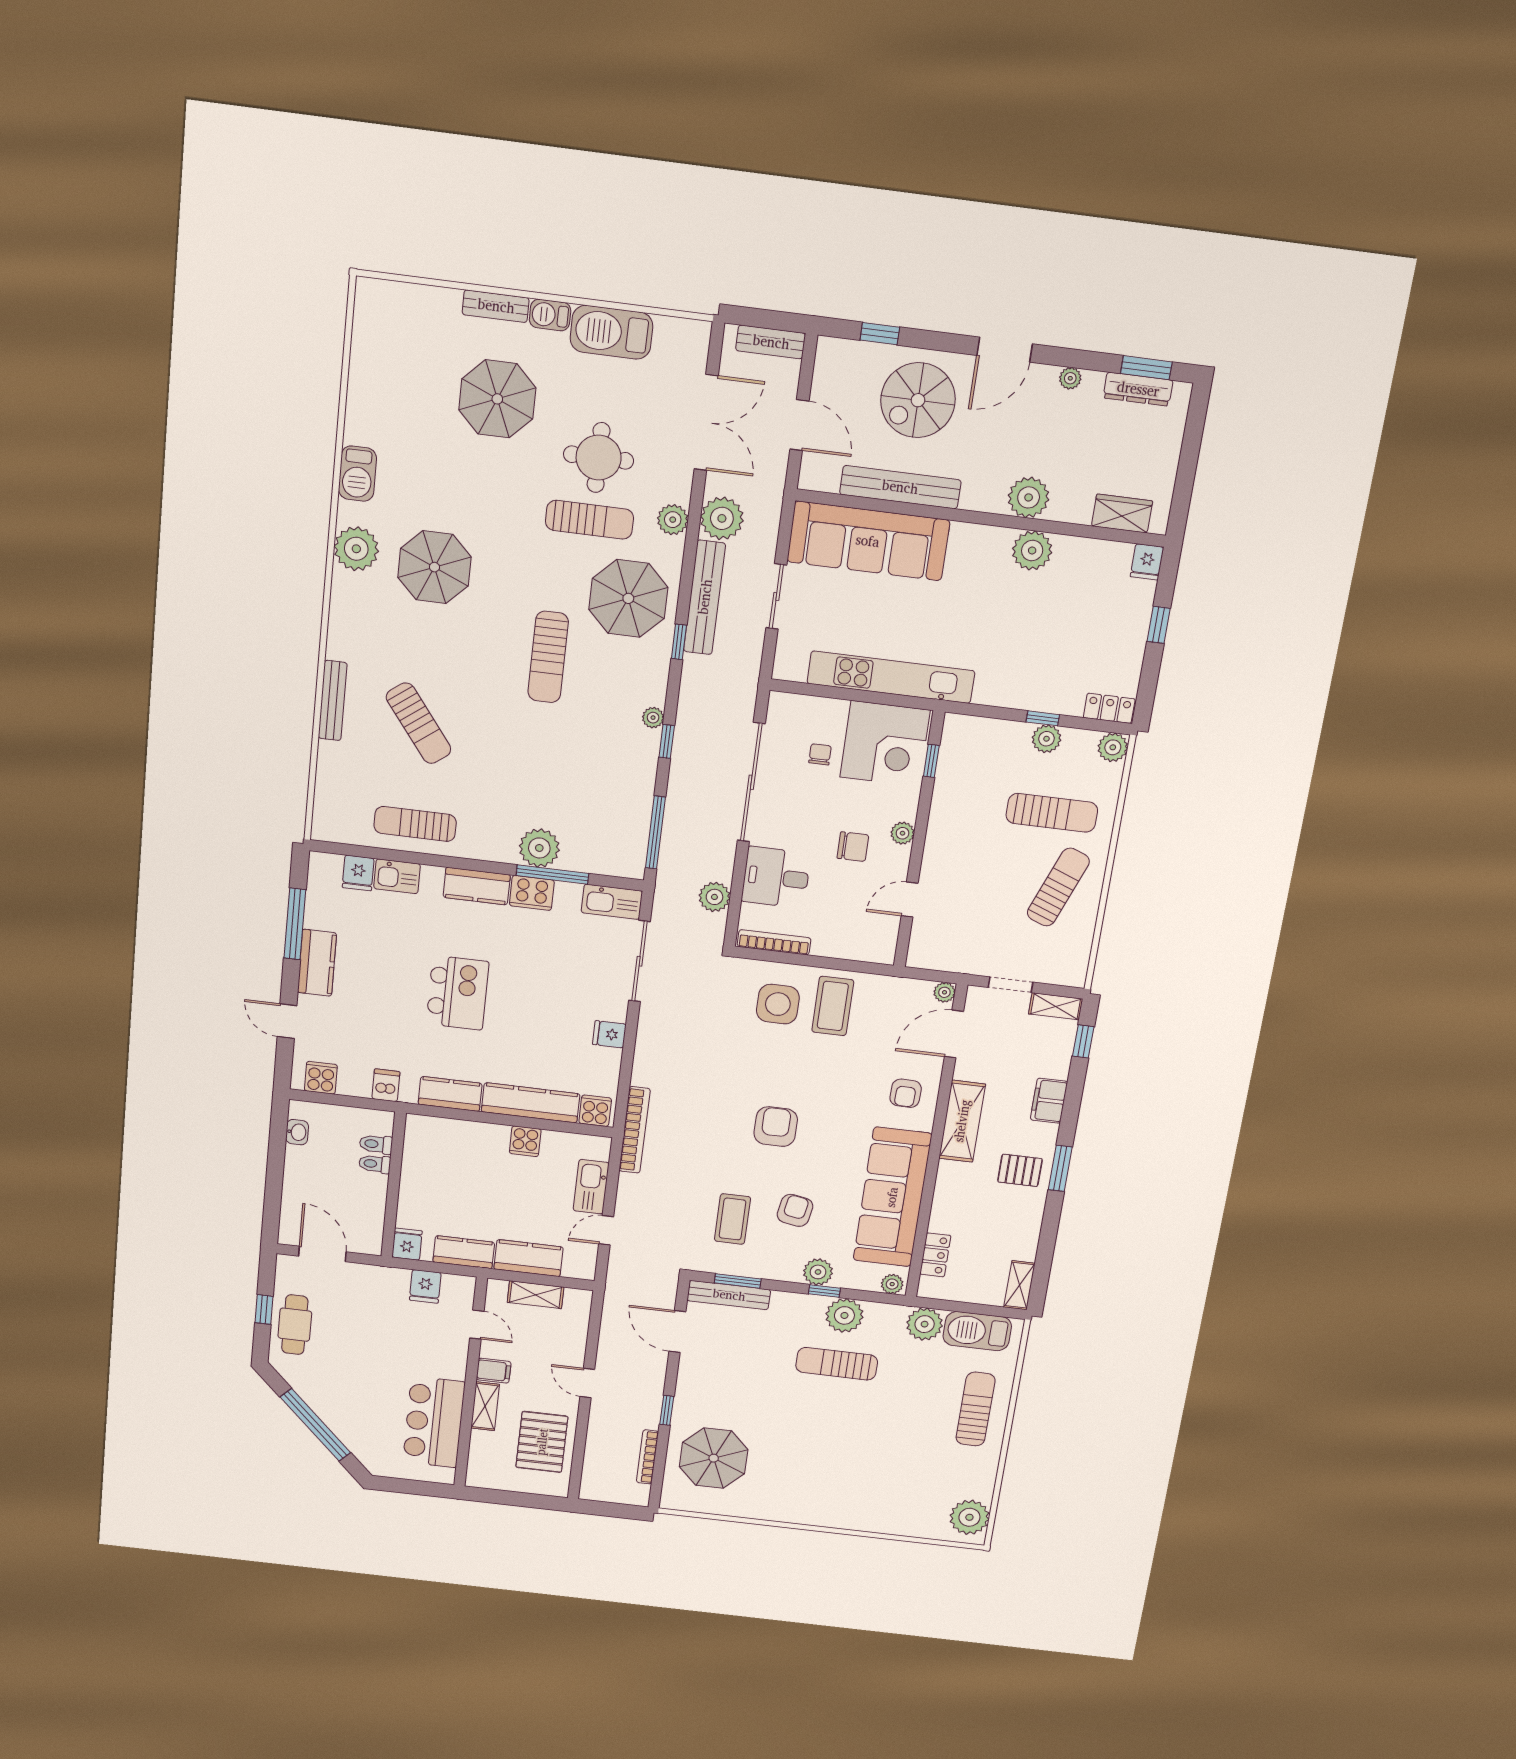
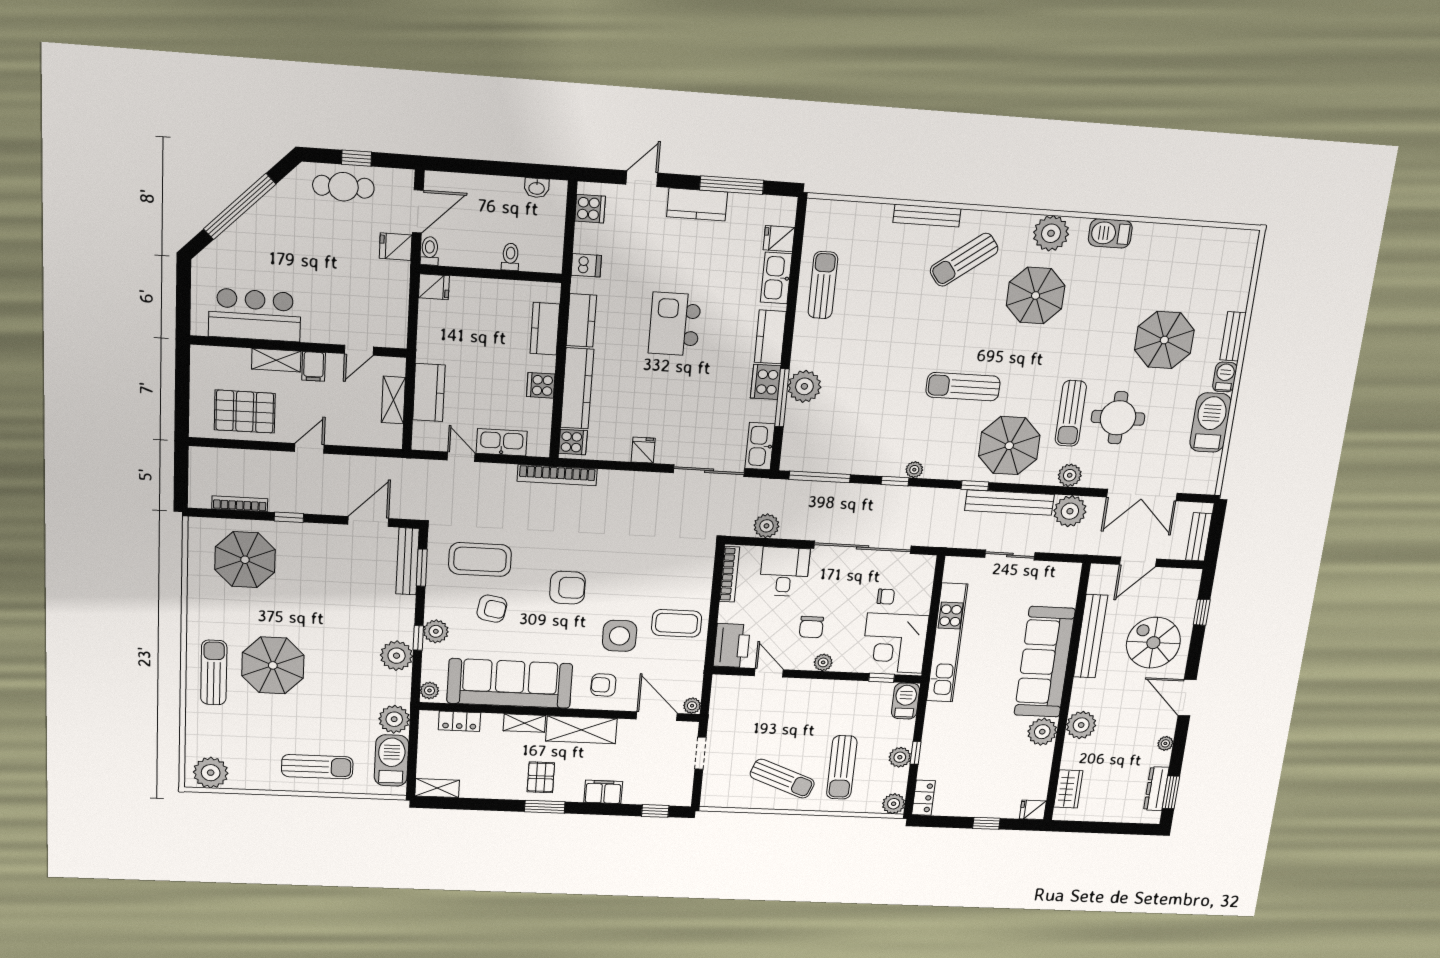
sofa: (868, 541) -> (1045, 662), moved
sun lounger: (419, 723) -> (964, 260), moved
barbecue: (967, 731) -> (905, 701), added
kitchen sink: (397, 876) -> (776, 278), width x1.38
printer: (868, 943) -> (732, 645), added
kitchen island: (458, 993) -> (675, 324), turned 90
side table: (778, 1004) -> (620, 636), moved
shelving: (1056, 1006) -> (524, 723), moved, turned 90
toilet: (376, 1144) -> (430, 251), moved
coffee table: (733, 1219) -> (480, 559), width x1.36, depth x1.32
kitchen counter: (464, 1252) -> (545, 329), moved, turned 180
fridge: (425, 1286) -> (396, 247), moved
sun lounger: (837, 1364) -> (214, 672), moved
parasol: (844, 1443) -> (273, 665), added

